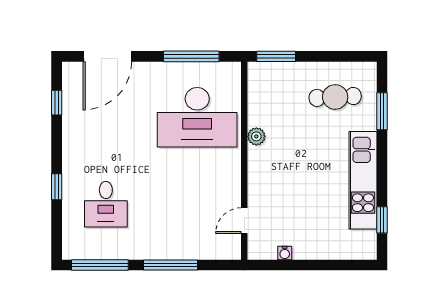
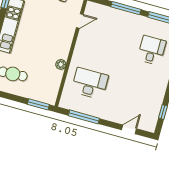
door: (107, 56) -> (129, 129), width x0.53
desk: (197, 117) -> (90, 83), width x0.73, depth x0.77

